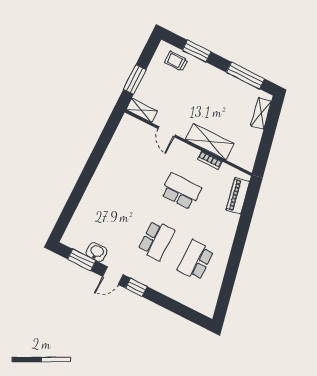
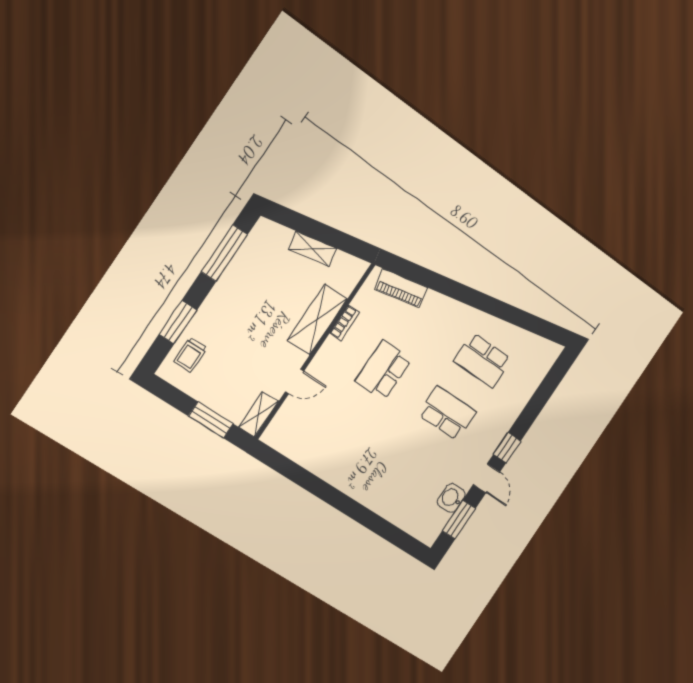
shelving: (261, 113) -> (313, 249), moved

